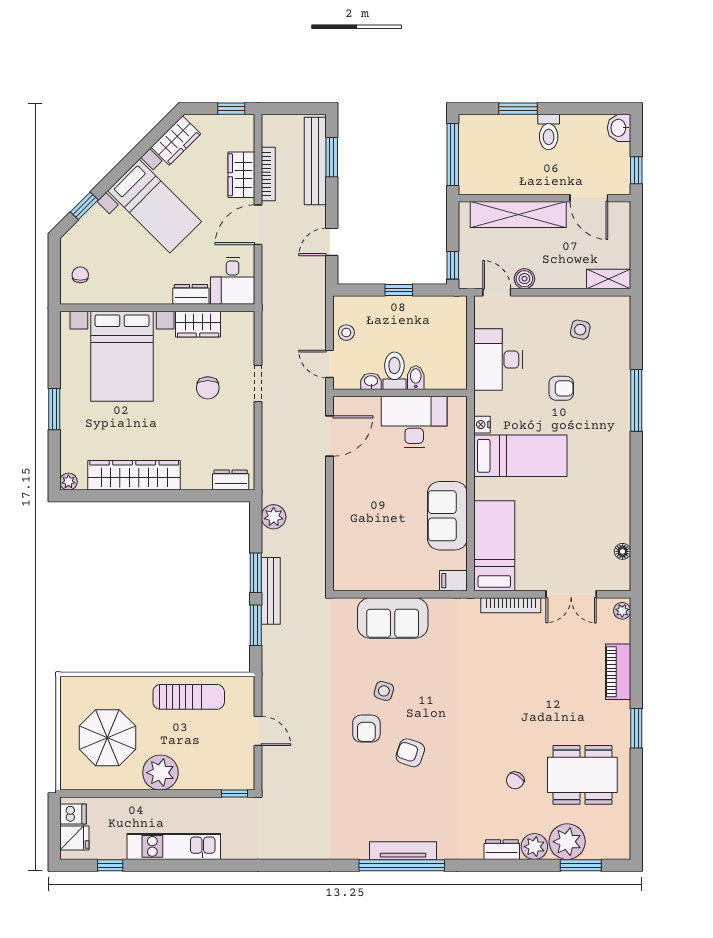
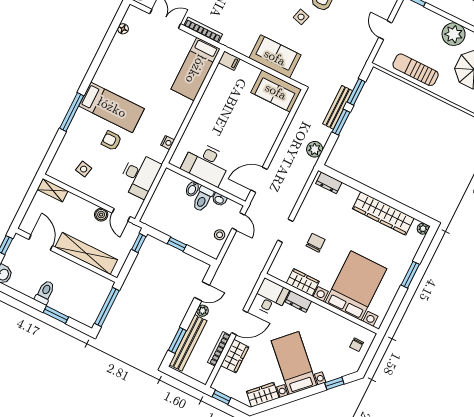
plant: (317, 216) -> (203, 311), added
bed: (520, 456) -> (112, 107), moved, turned 180
sofa: (447, 516) -> (276, 91), moved, turned 90

